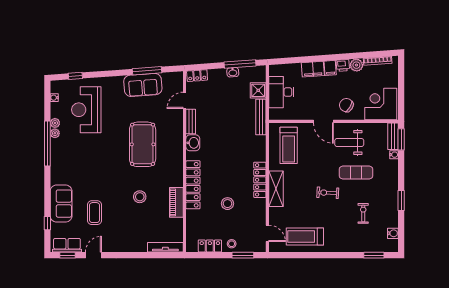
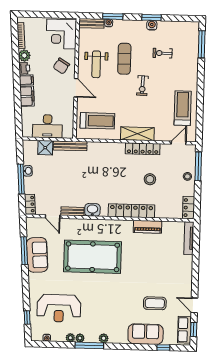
window: (240, 64) -> (21, 179), moved
door: (323, 121) -> (76, 88), hinge flipped
window: (401, 139) -> (113, 16), moved
window: (47, 144) -> (89, 345), width x0.68
pool table: (143, 144) -> (93, 257), width x1.36, depth x1.32
plant: (55, 159) -> (104, 338), added
locker: (260, 180) -> (143, 149), moved
stool: (140, 197) -> (141, 261), removed
water cooler: (393, 233) -> (152, 25), moved
treadmill: (305, 237) -> (183, 108), turned 180
locker: (210, 246) -> (189, 208), moved
window: (243, 255) -> (198, 166), width x1.44
window: (374, 255) -> (202, 44), width x1.44

